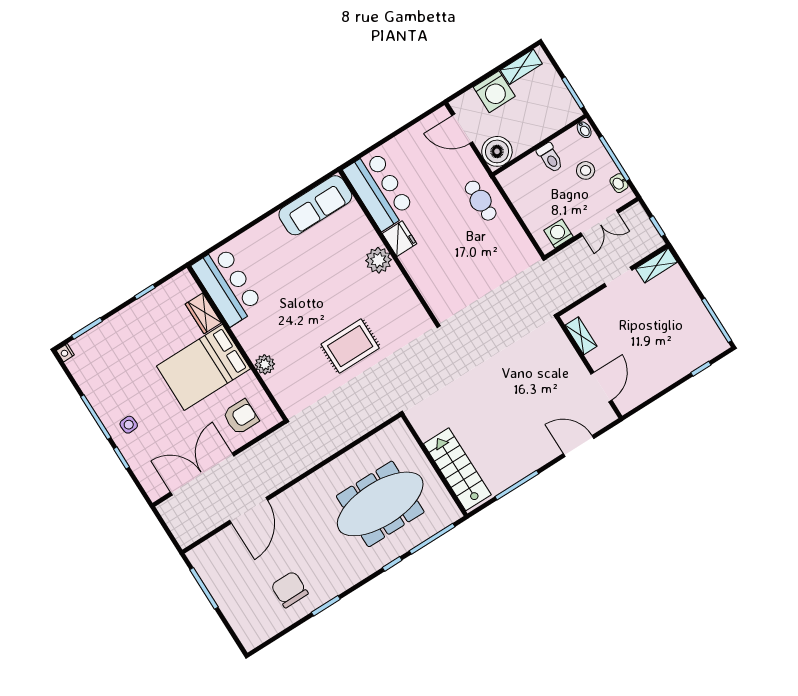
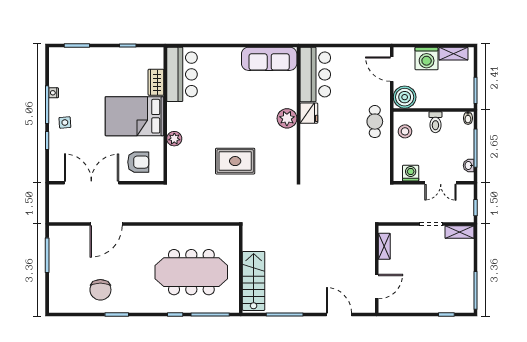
stool: (586, 170) -> (405, 131), moved
nightstand: (65, 353) -> (54, 93), moved
chair: (290, 589) -> (100, 290), turned 180

